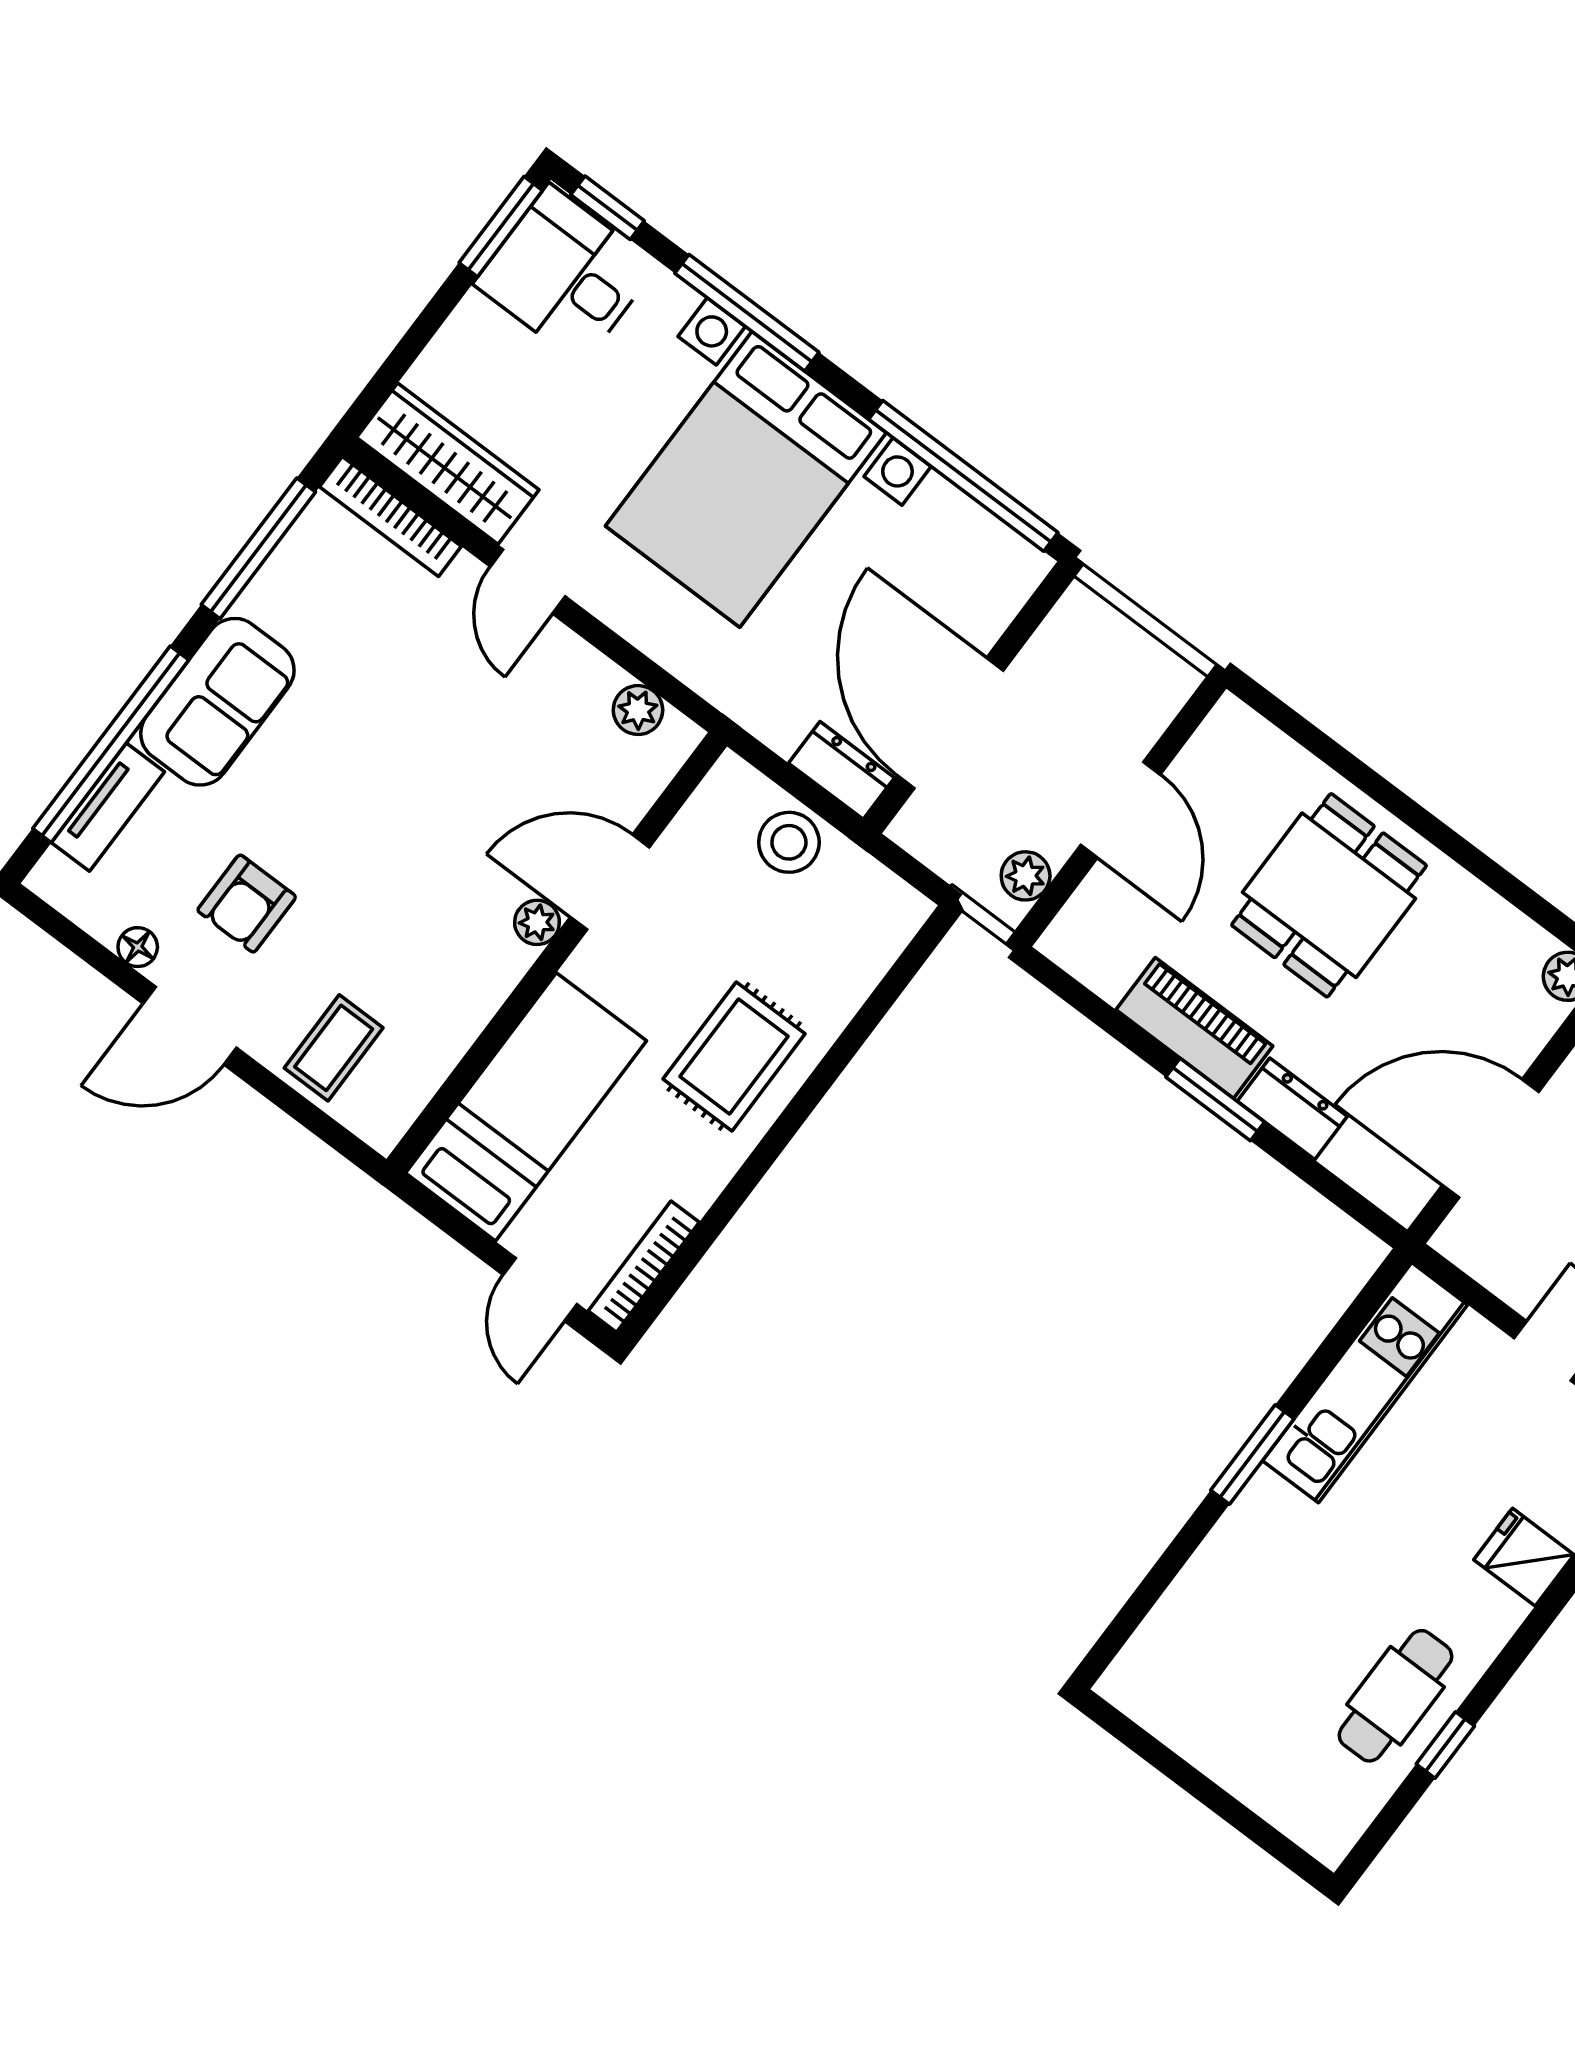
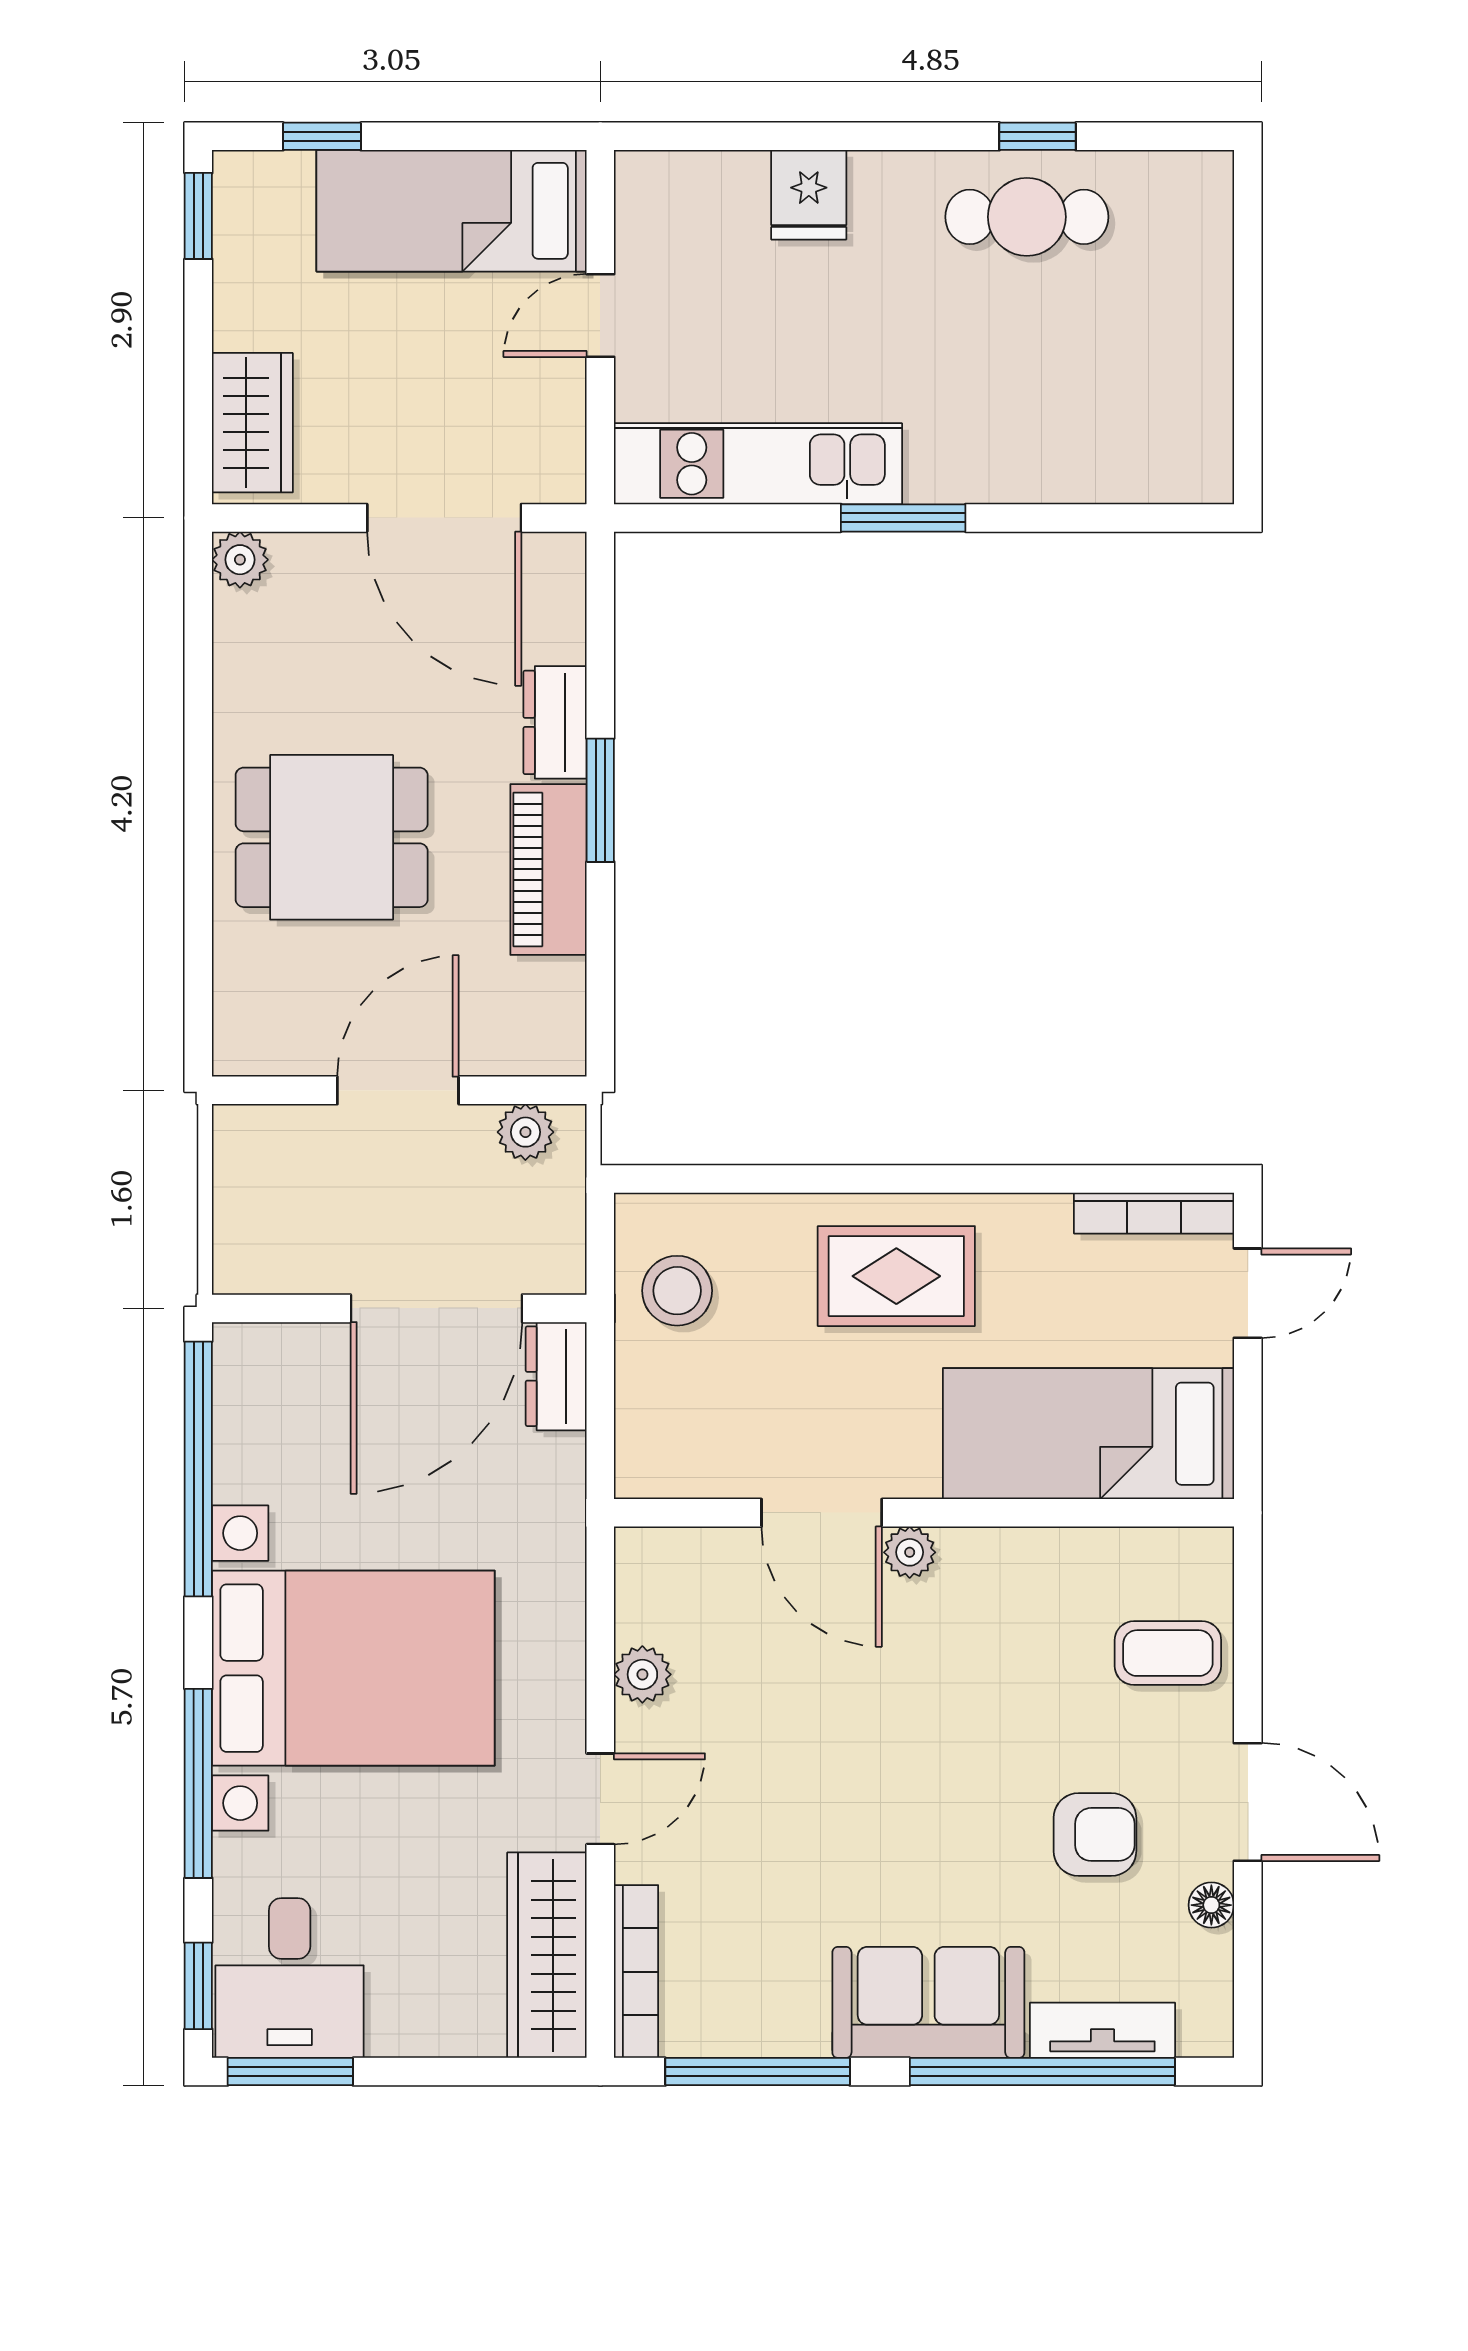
plant: (638, 710) -> (642, 1674), moved
stool: (789, 842) -> (677, 1291), moved

